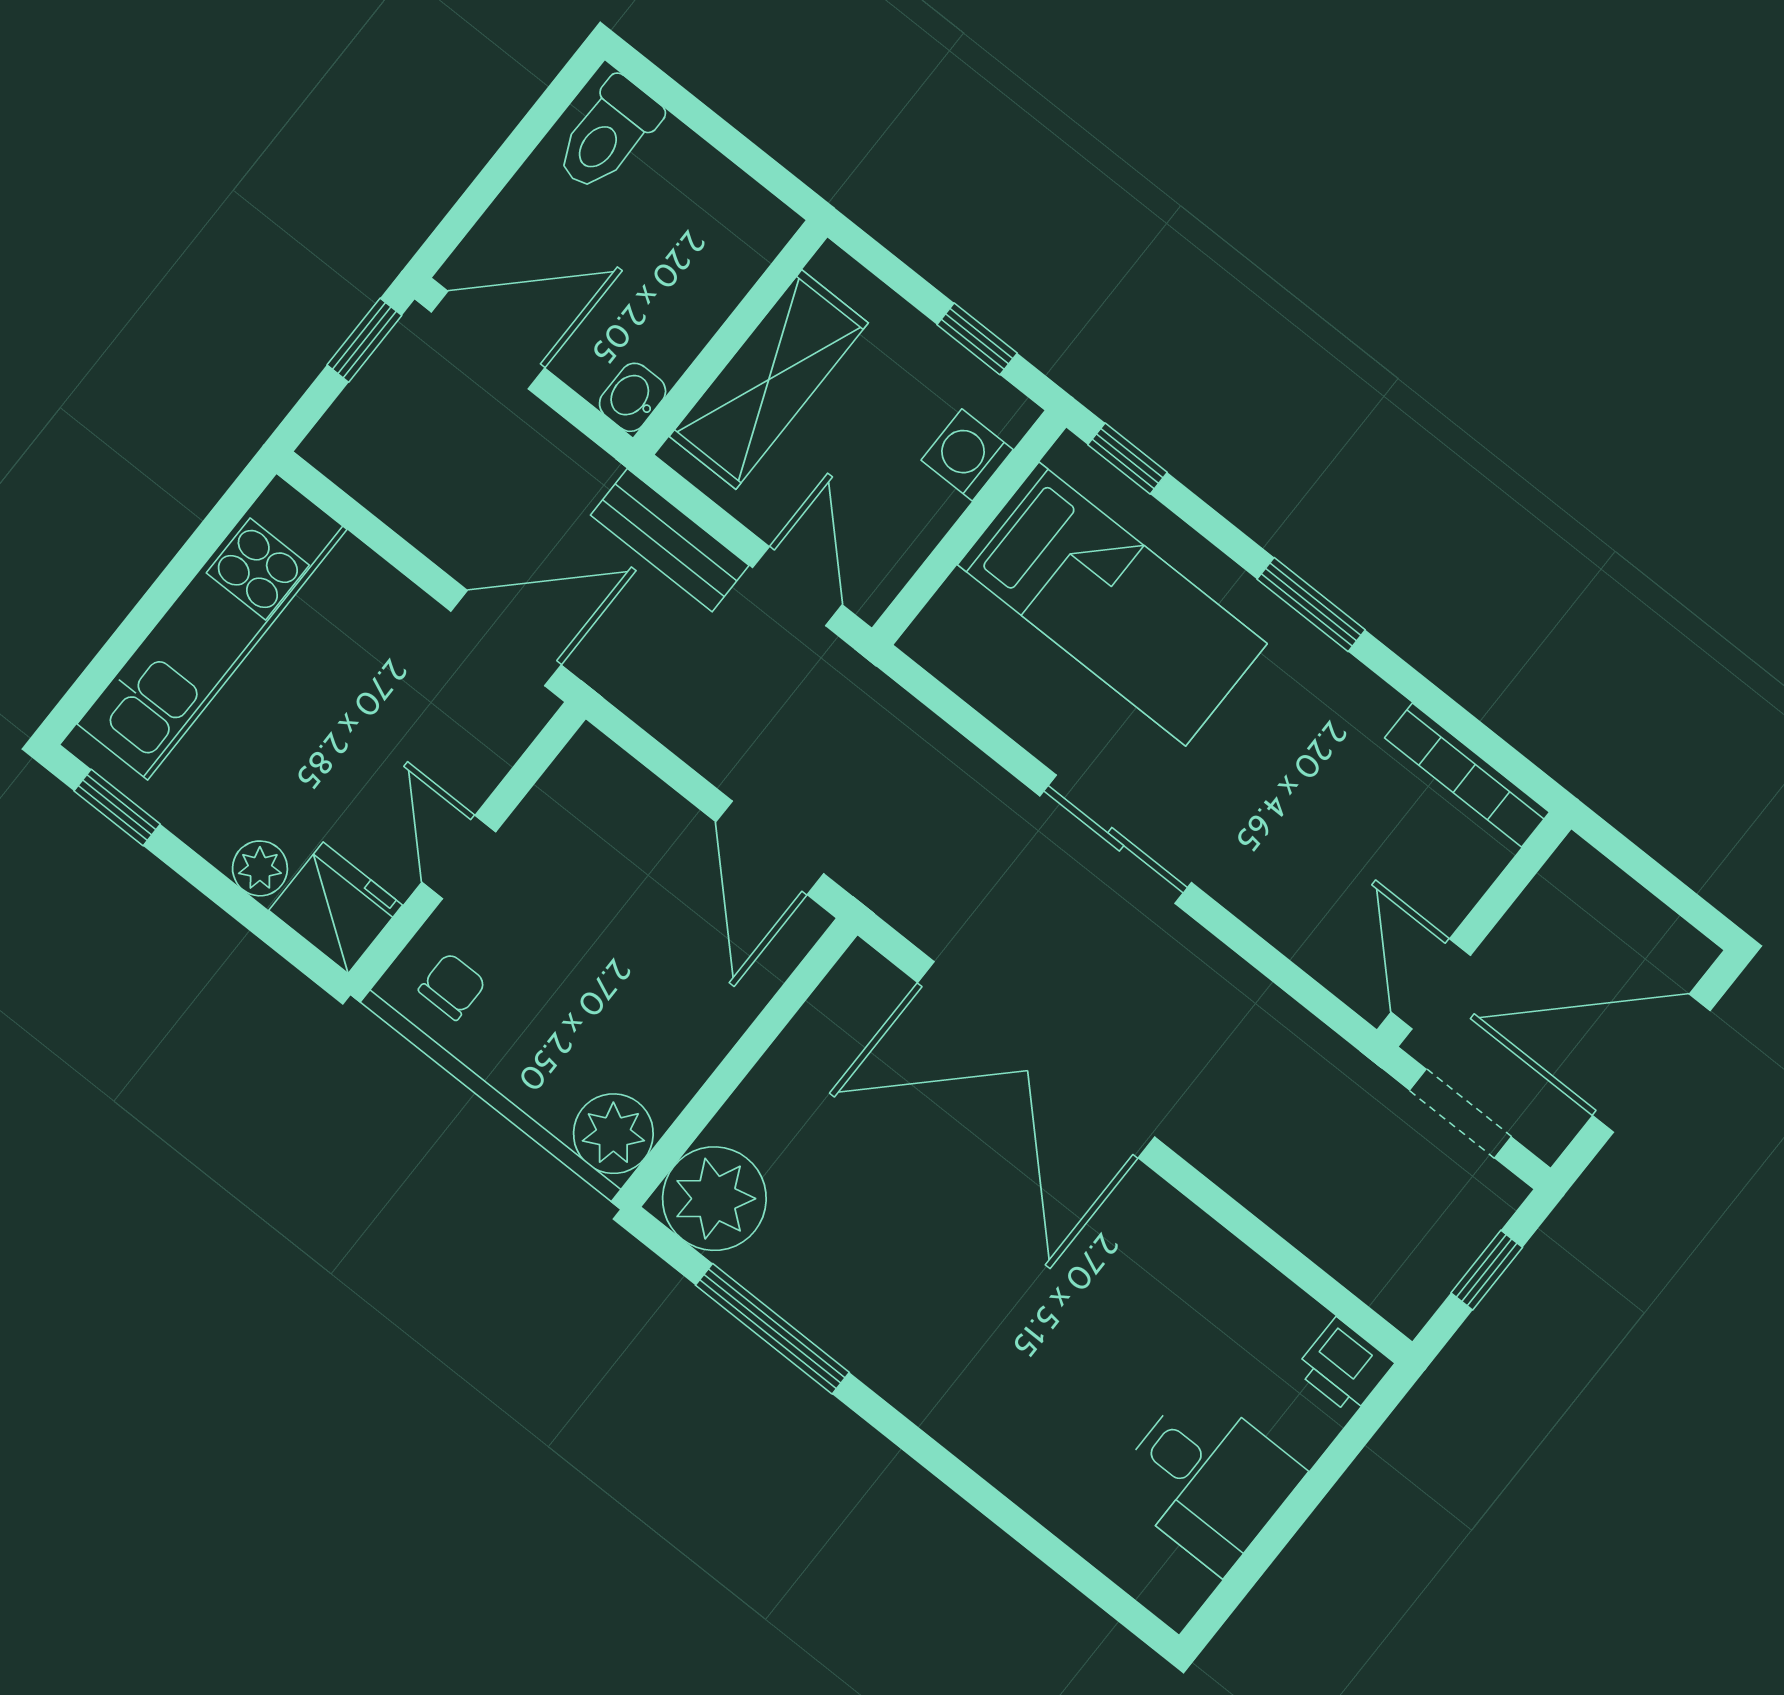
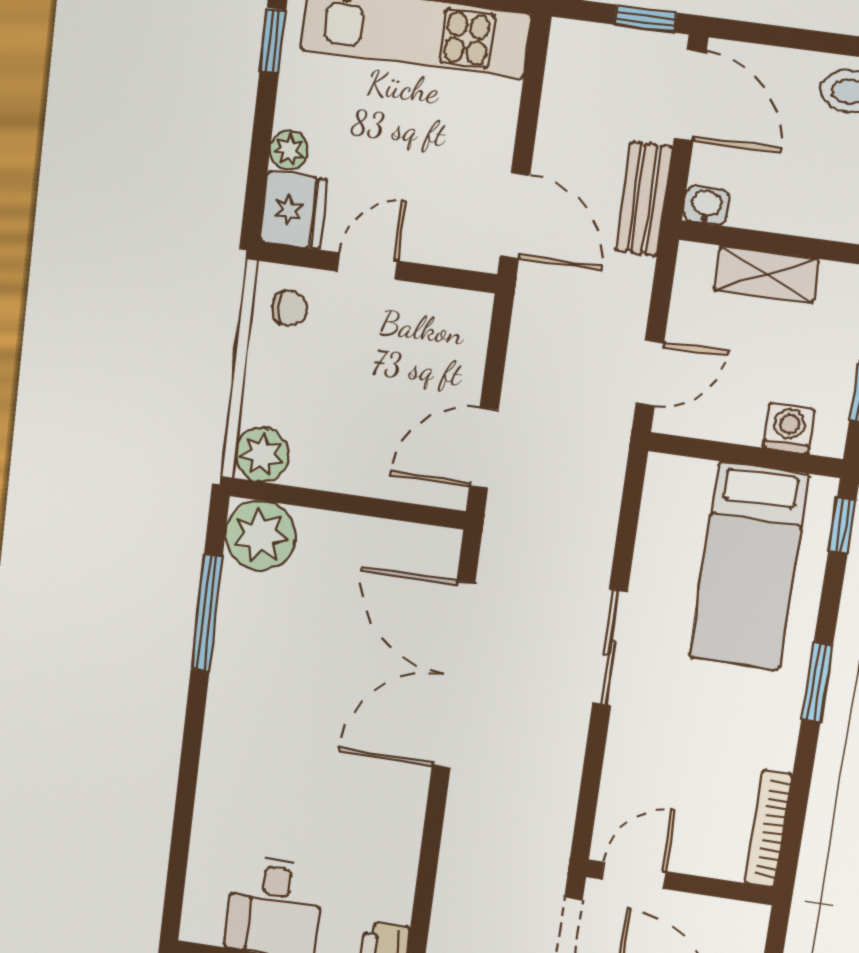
shelving: (769, 380) -> (767, 275), width x0.67, depth x0.75
bench: (670, 540) -> (644, 199), moved

